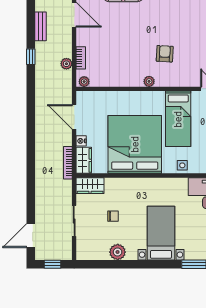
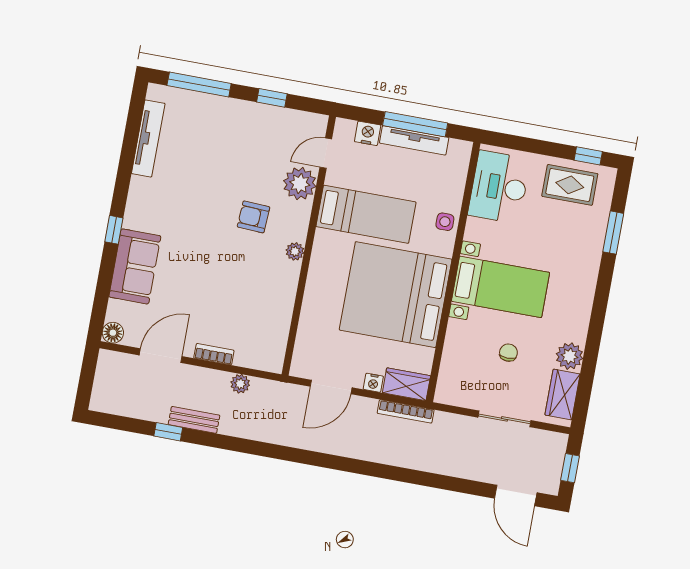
bench: (41, 26) -> (194, 420), moved
window: (31, 57) -> (168, 432), moved
bookcase: (81, 58) -> (214, 354), moved
plant: (84, 82) -> (300, 184), moved, width x1.88, depth x1.88
wardrobe: (90, 186) -> (563, 394), moved, turned 180
bed with nightstands: (161, 233) -> (501, 287), moved, turned 180

